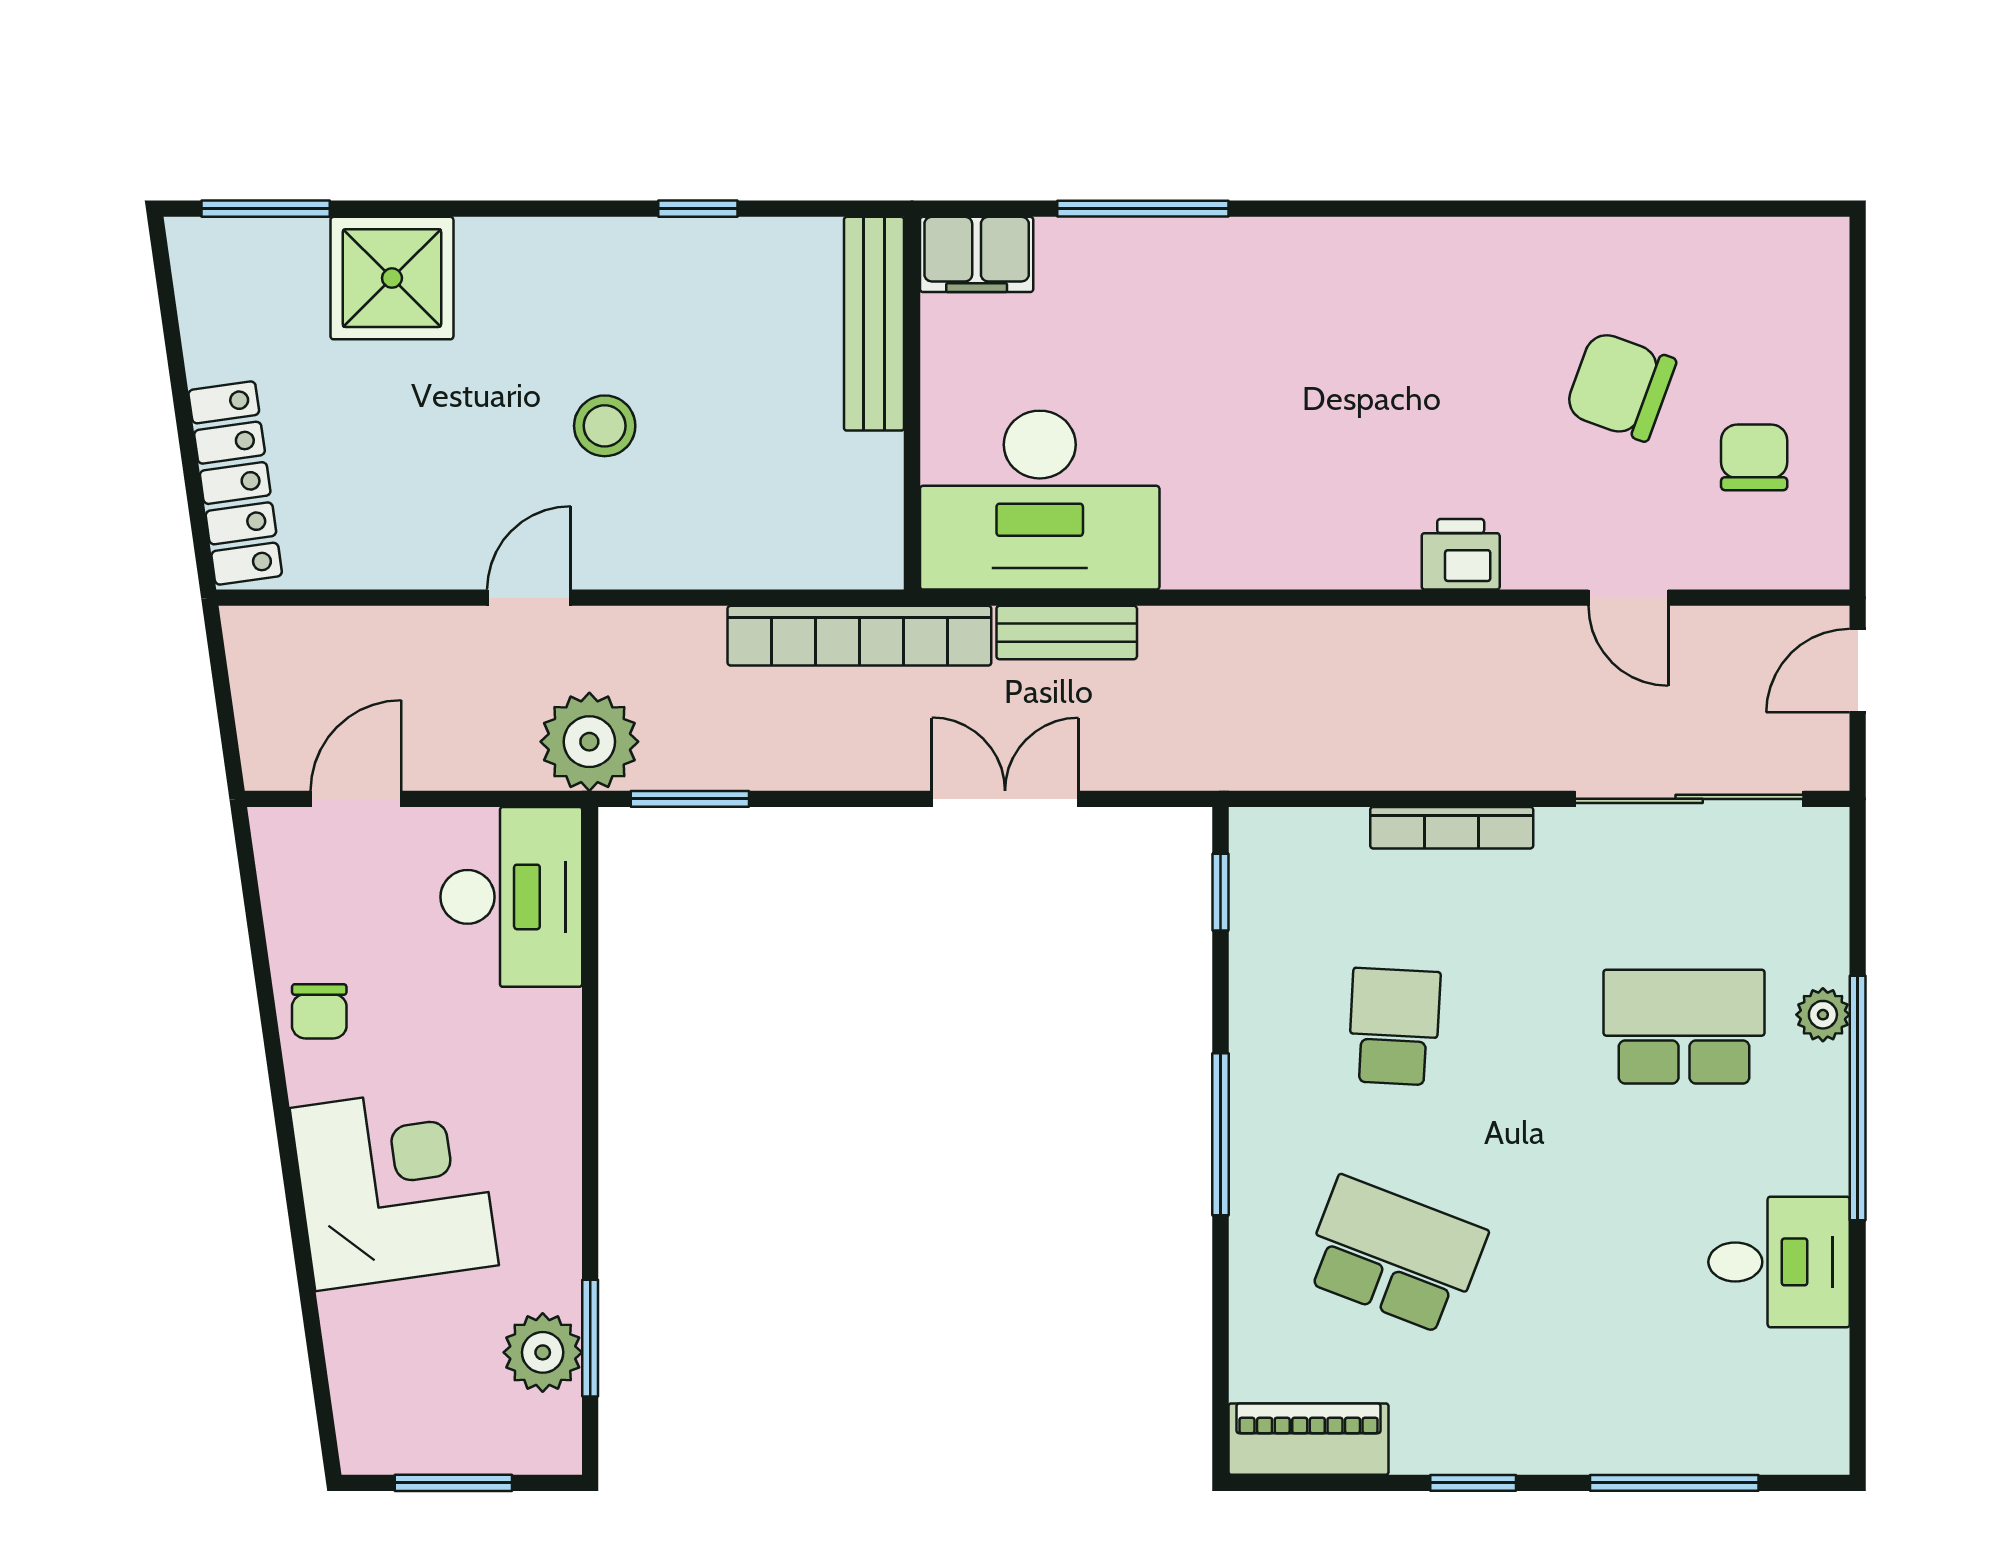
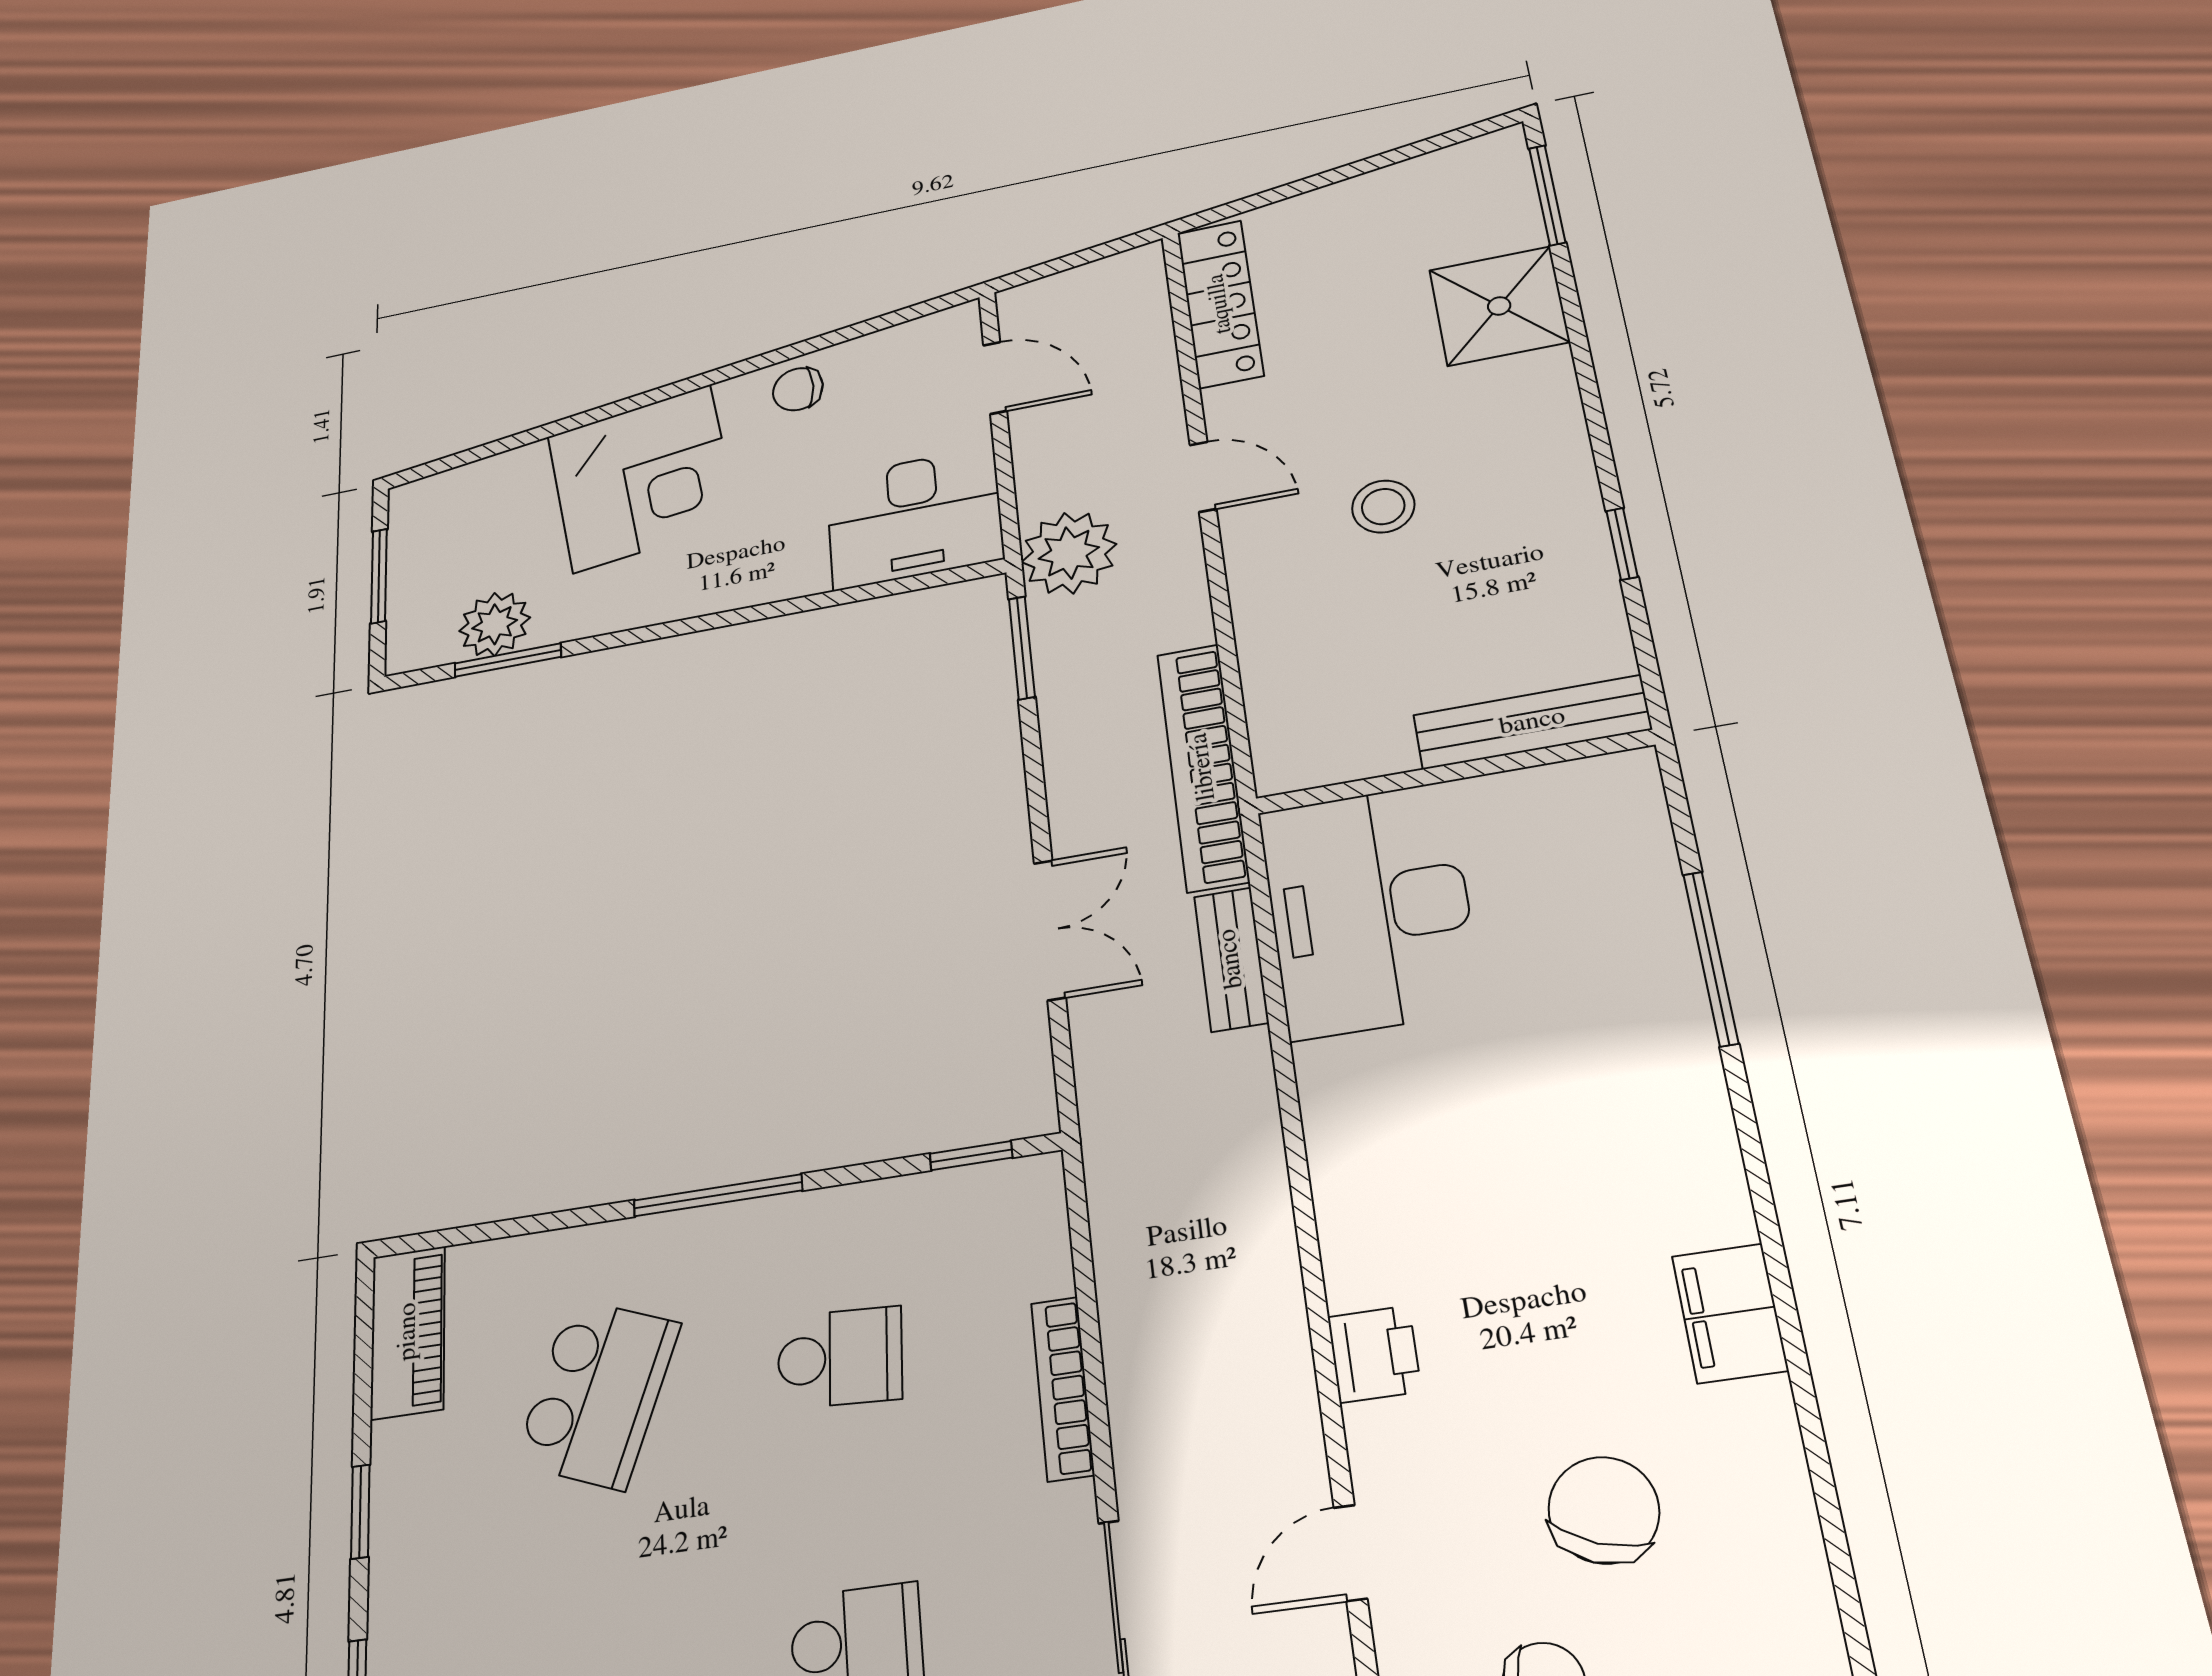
filing cabinet: (977, 254) -> (1730, 1313), moved
locker: (235, 483) -> (1220, 304), moved, turned -82

